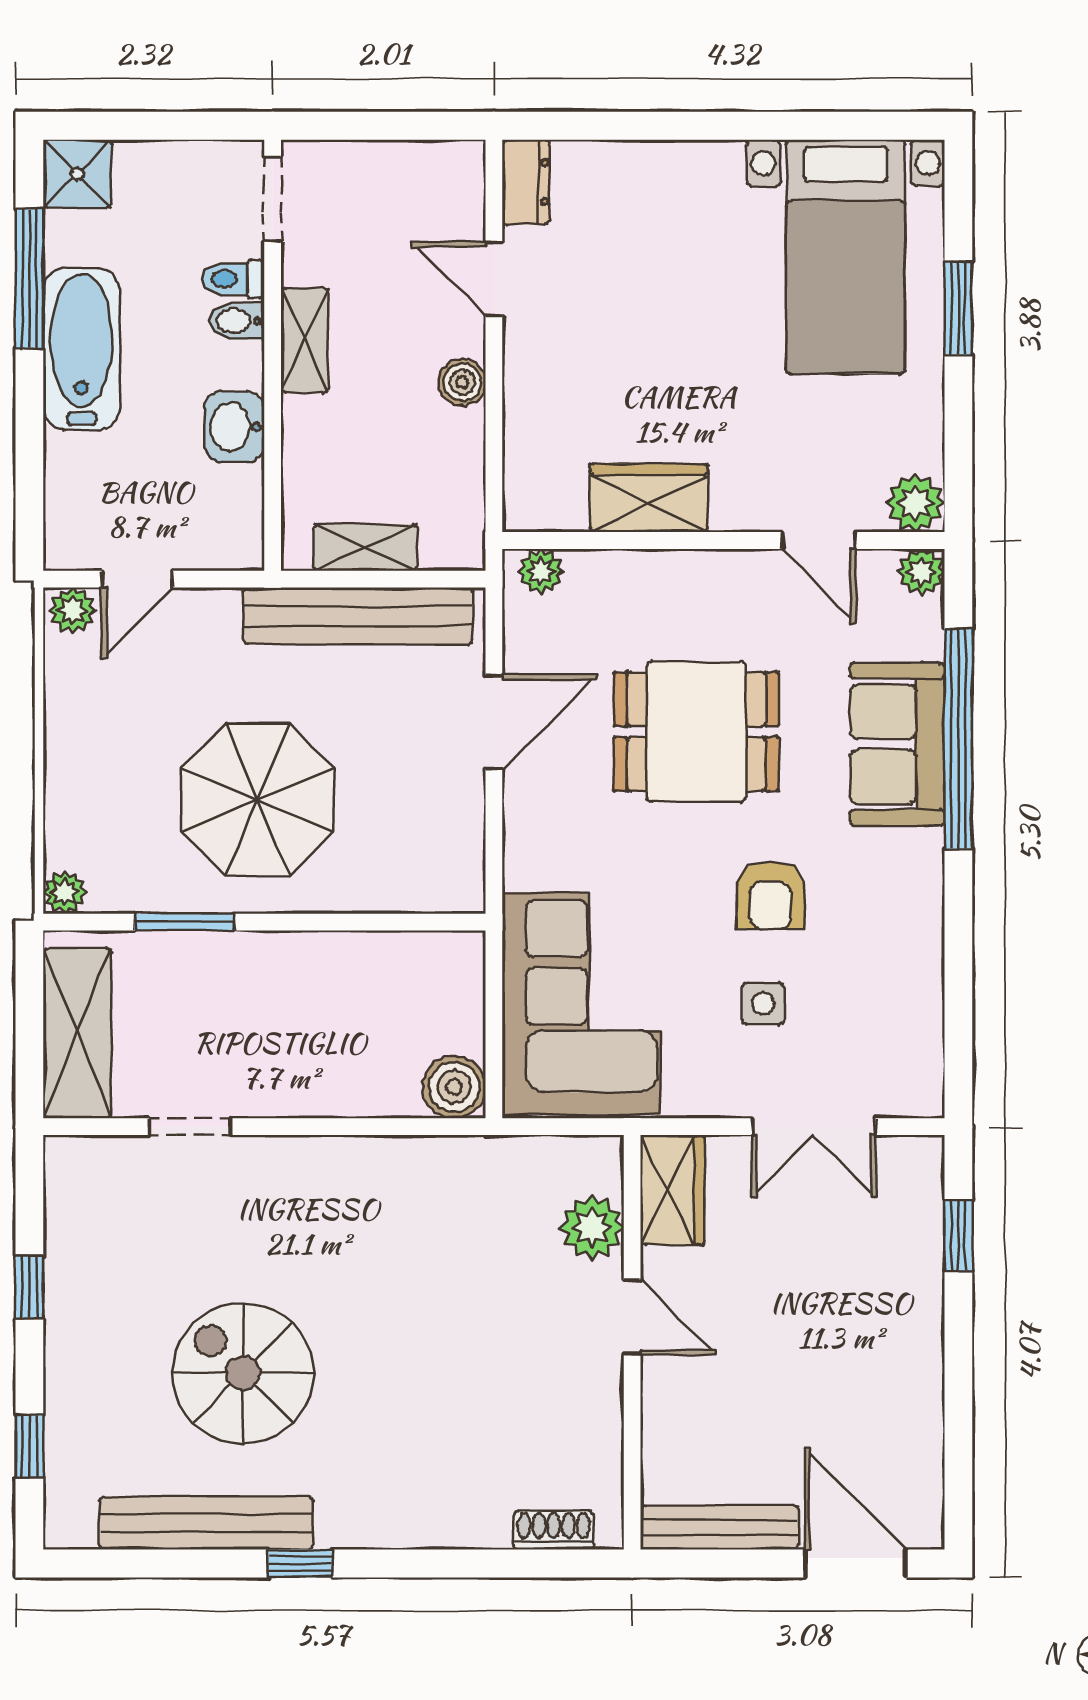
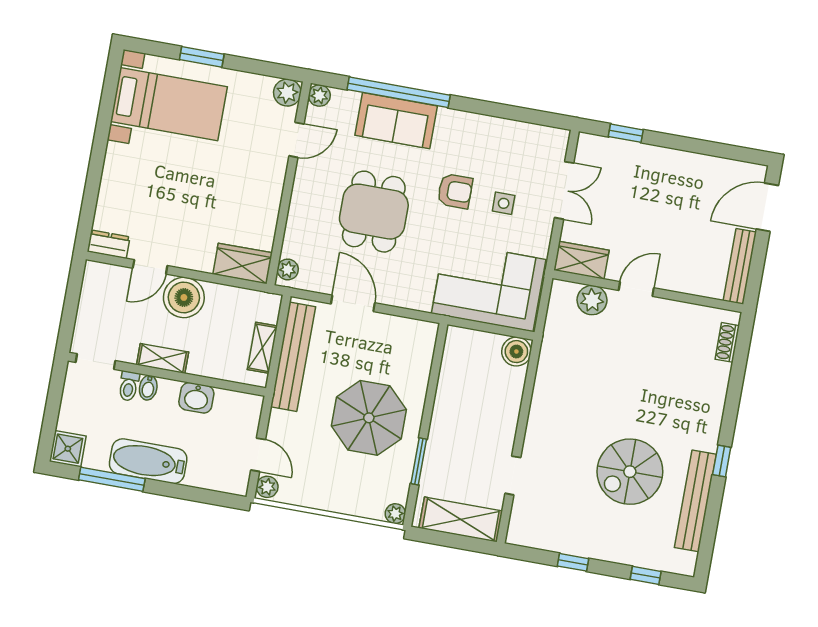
boiler: (462, 382) -> (184, 297), width x1.86, depth x1.86
wardrobe: (649, 498) -> (243, 263), moved, turned 90

